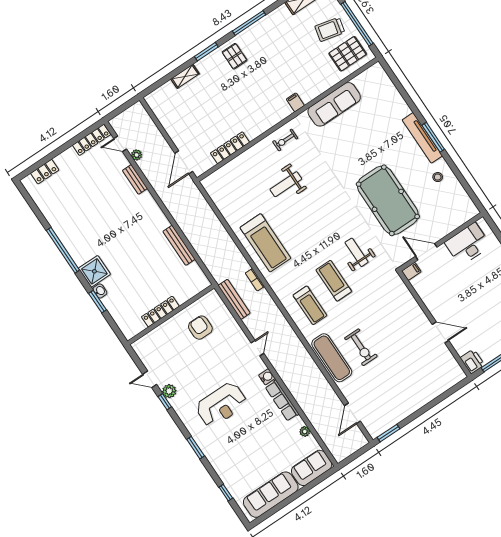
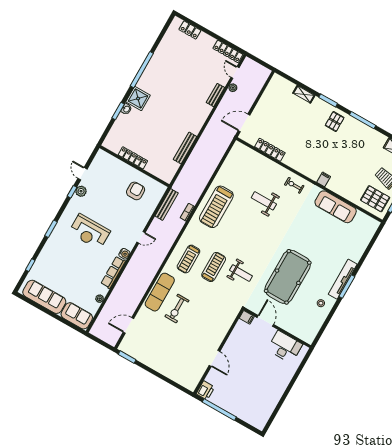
weight bench: (357, 252) -> (241, 273), turned 90

